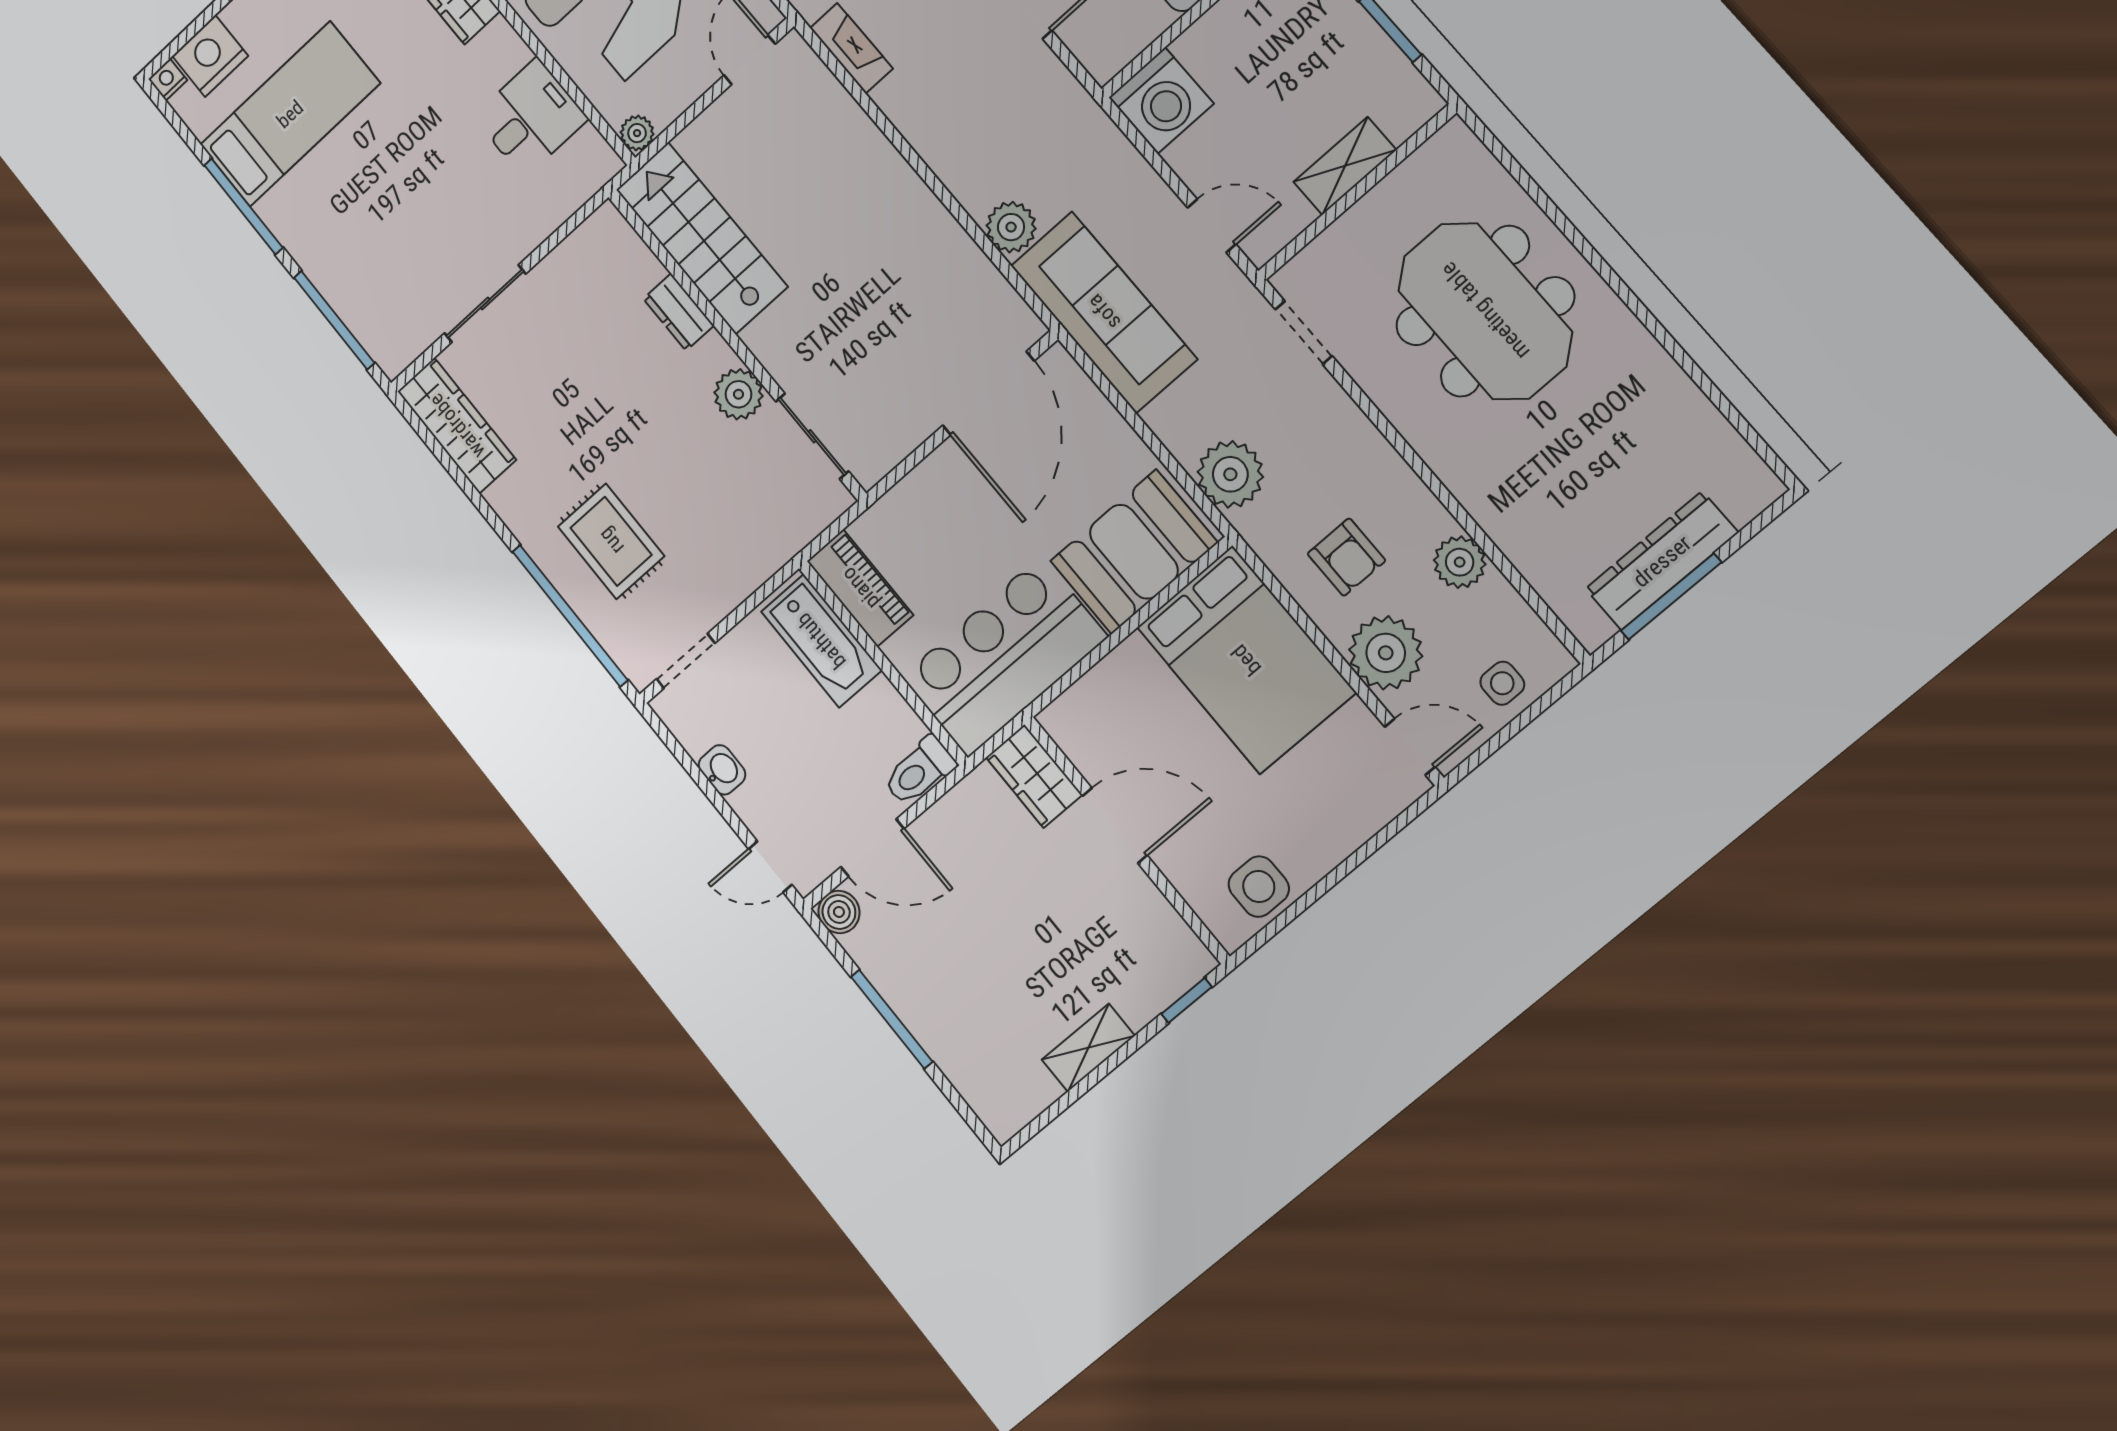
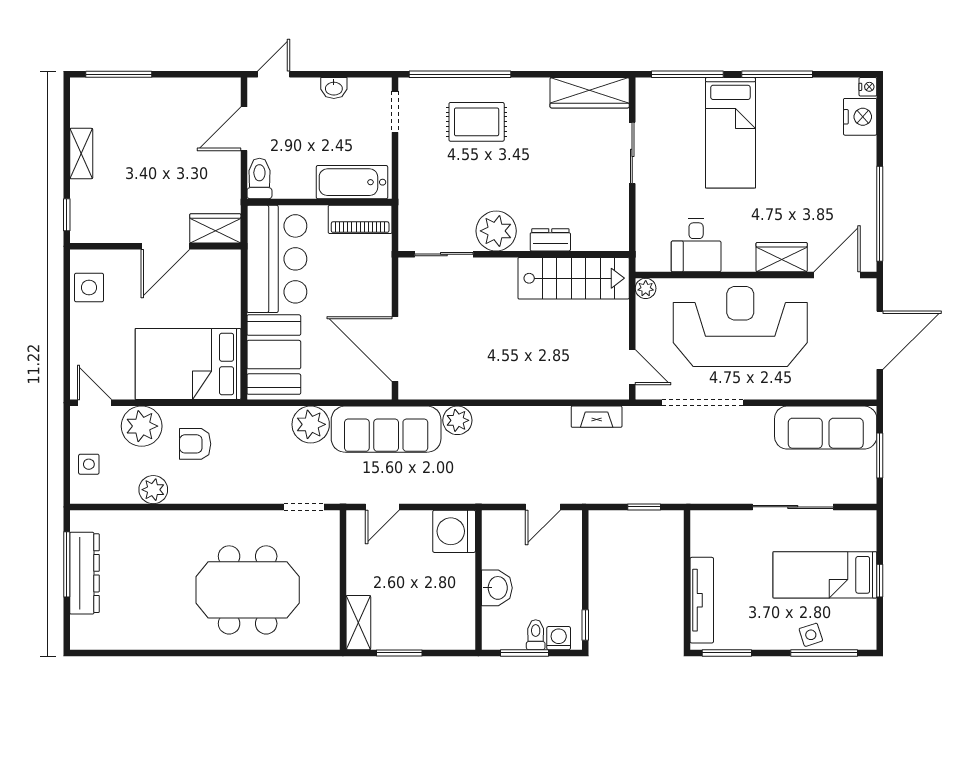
bed: (290, 114) -> (730, 133), moved
shelving: (1345, 166) -> (358, 623), moved
plant: (738, 394) -> (496, 231), width x1.36, depth x1.36
plant: (1230, 474) -> (311, 424), moved
door: (1410, 747) -> (94, 403), swing flipped
boiler: (839, 912) -> (229, 90), removed
window: (892, 1019) -> (119, 74), moved

